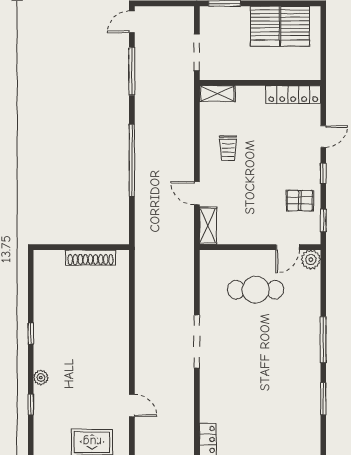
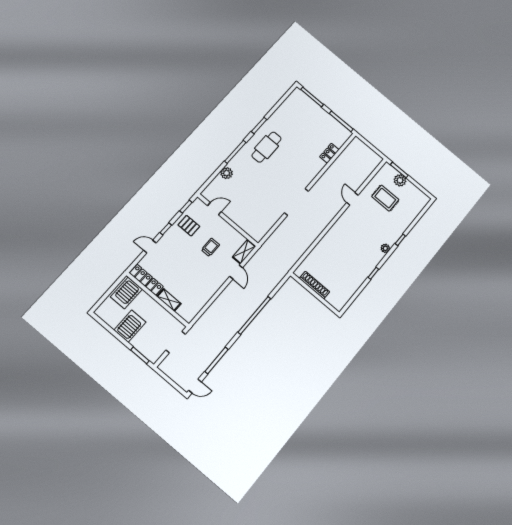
server rack: (295, 26) -> (126, 293), moved, turned 180
shelving: (217, 94) -> (169, 300), moved
trolley: (228, 148) -> (210, 247), moved
plant: (311, 260) -> (227, 173), moved
cafe table: (256, 290) -> (267, 147), moved, turned 90

